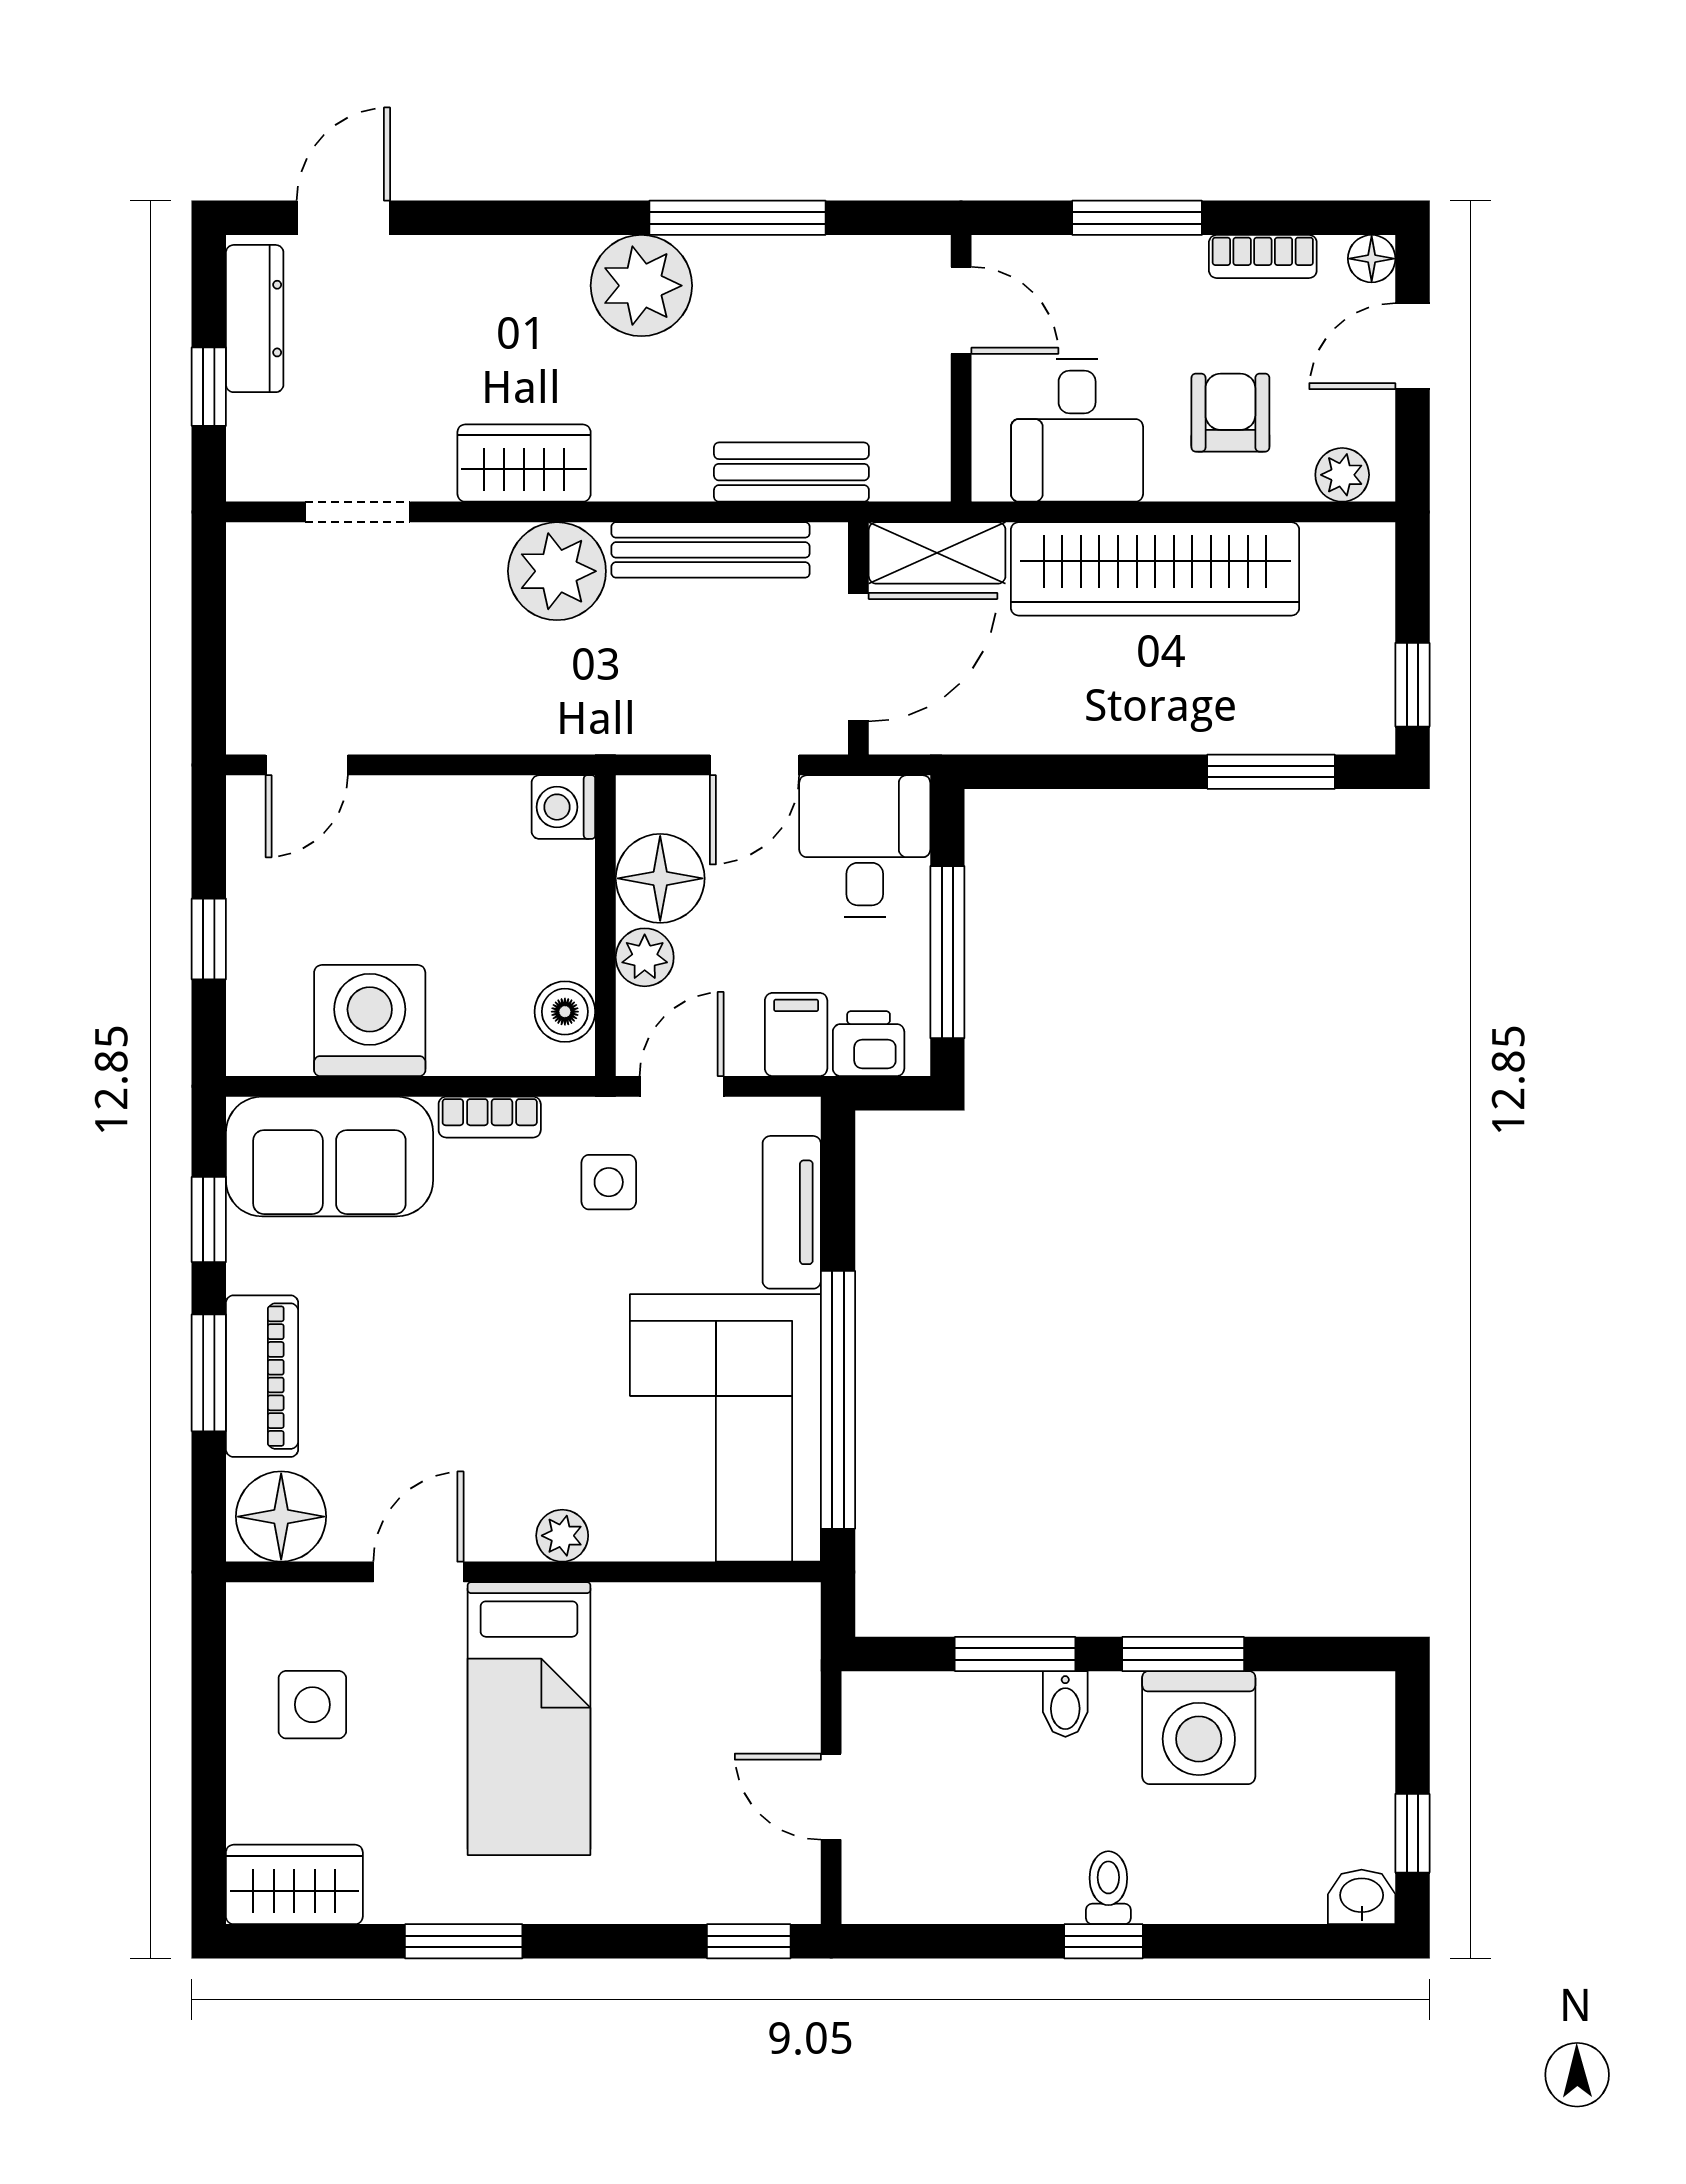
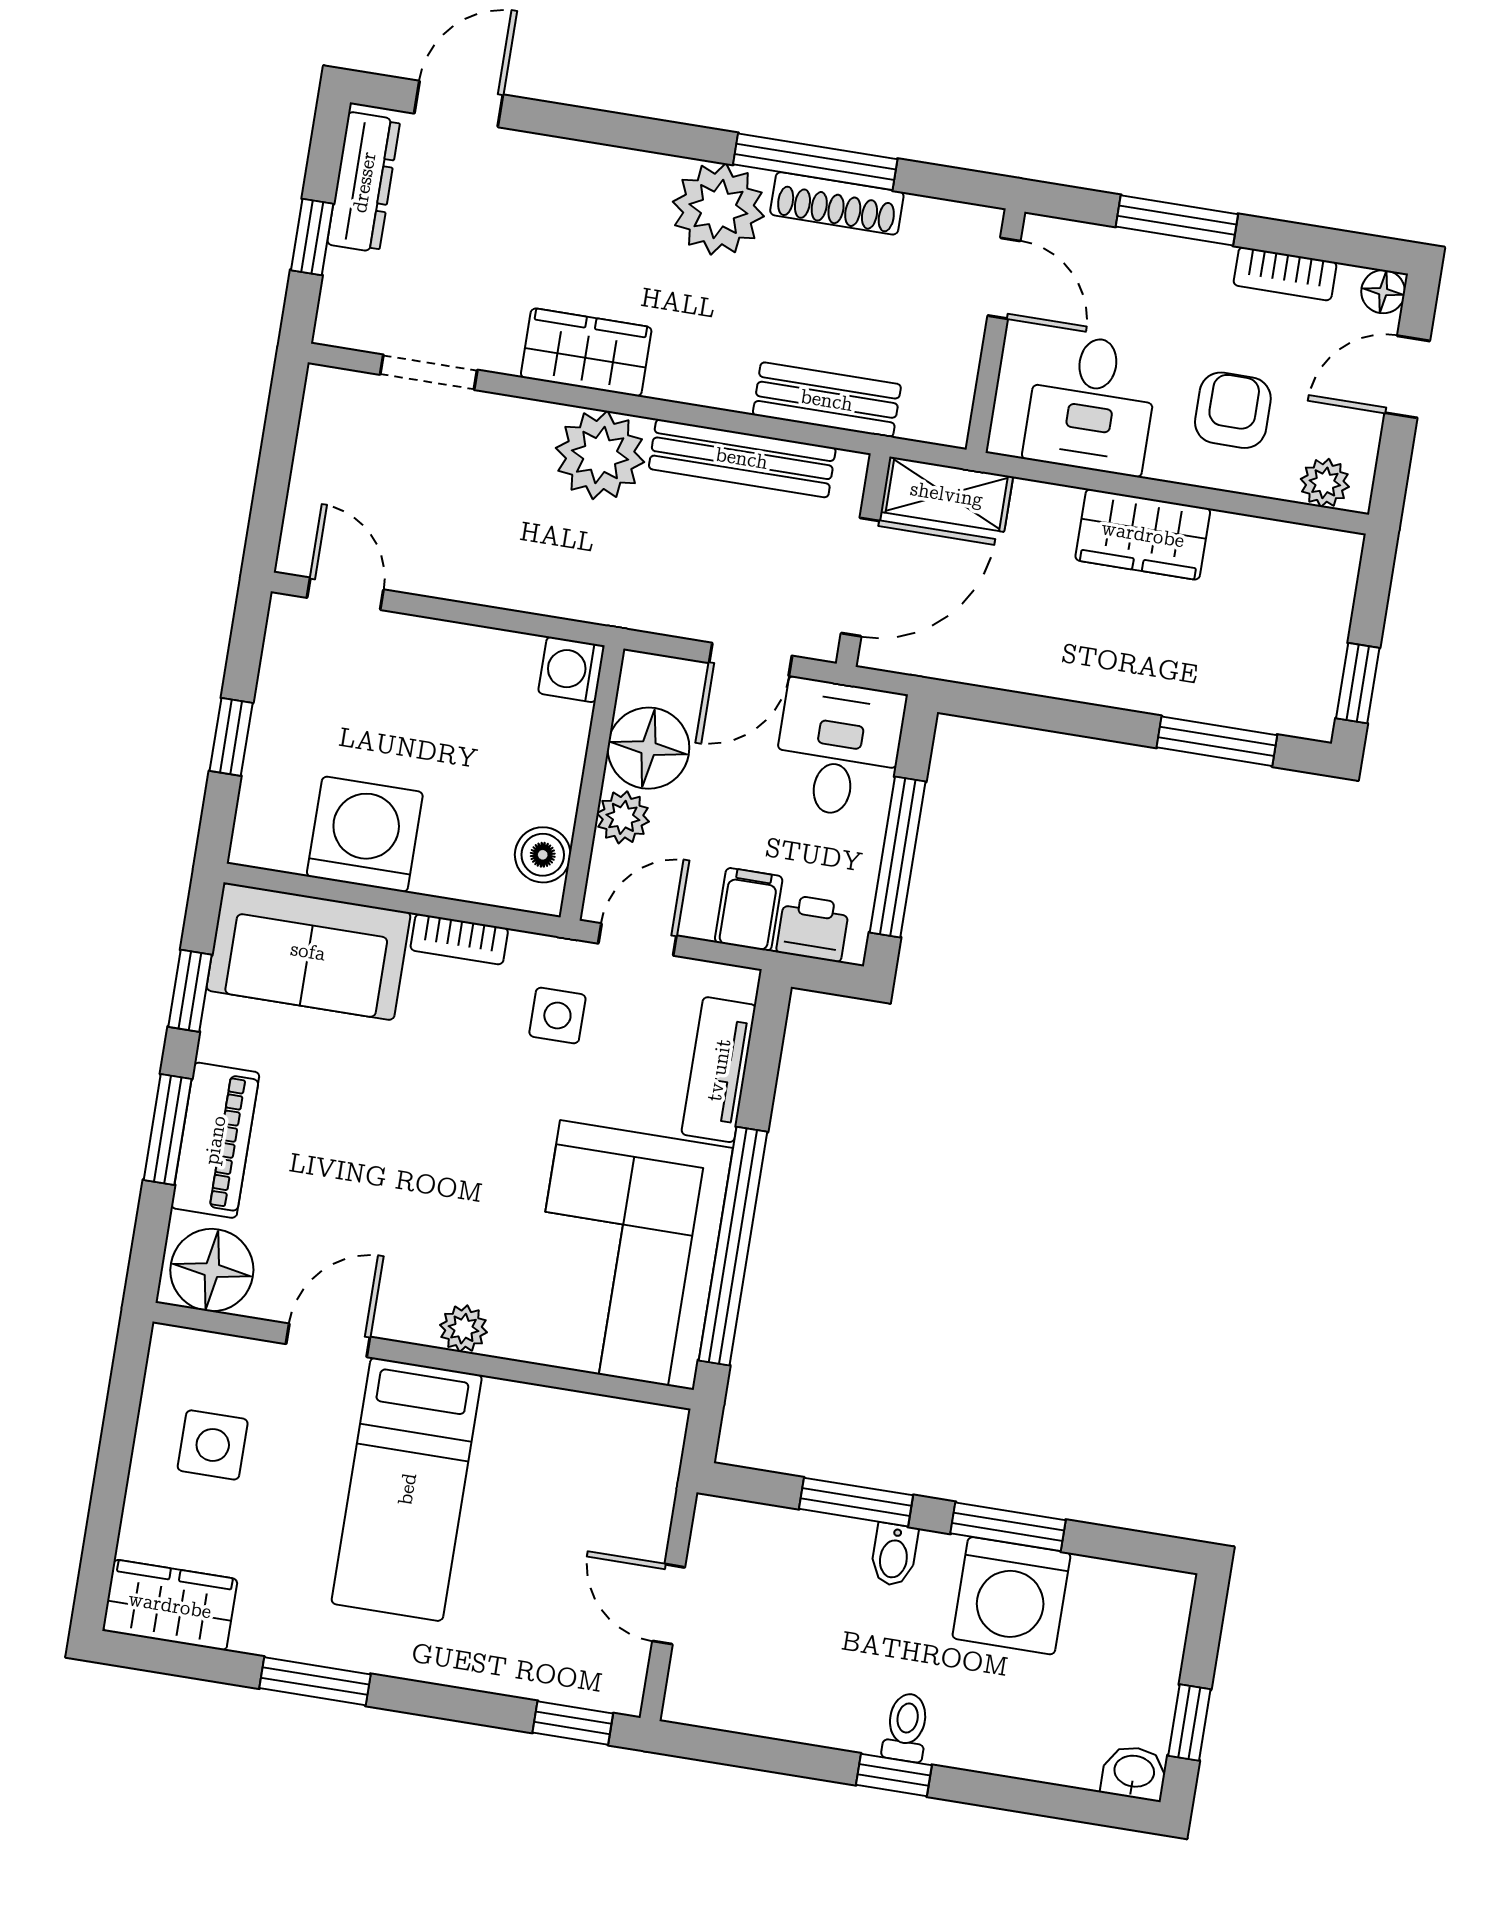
shoe rack: (768, 259) -> (837, 203), added
wardrobe: (1155, 569) -> (1143, 534), width x0.48, depth x0.85
door: (307, 765) -> (345, 594), swing flipped

